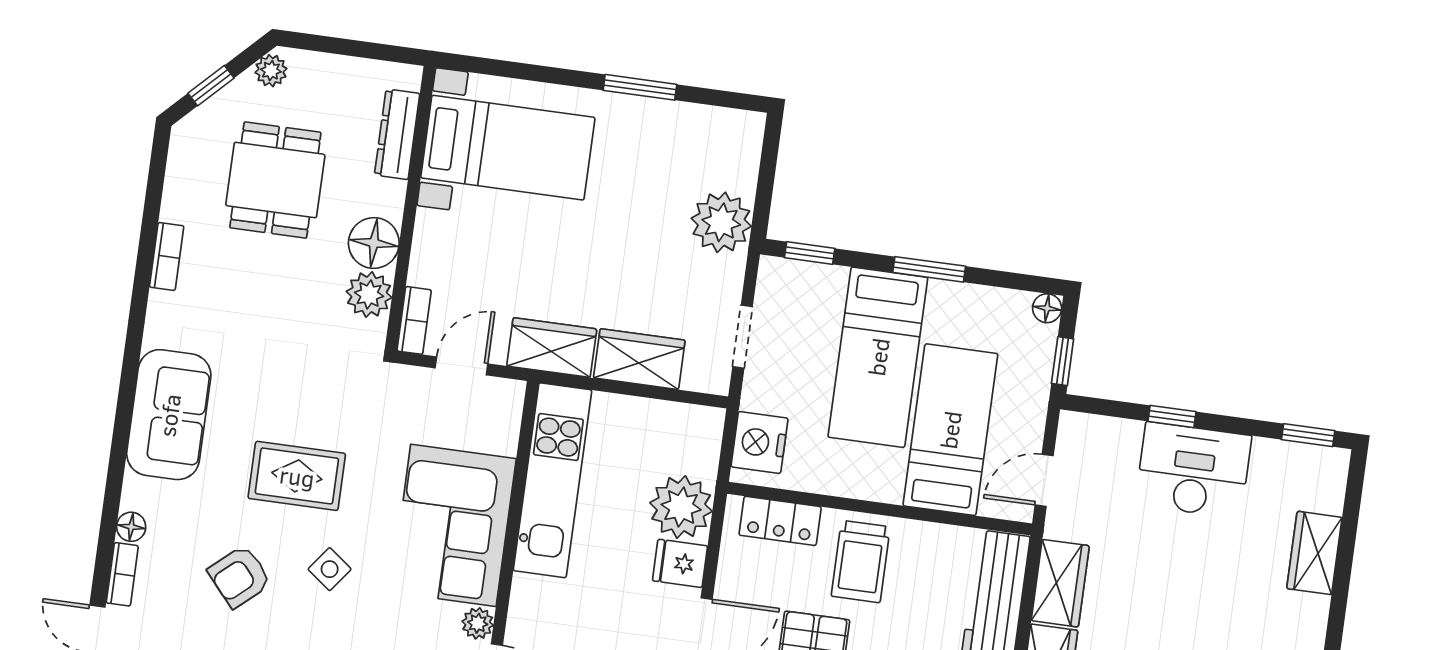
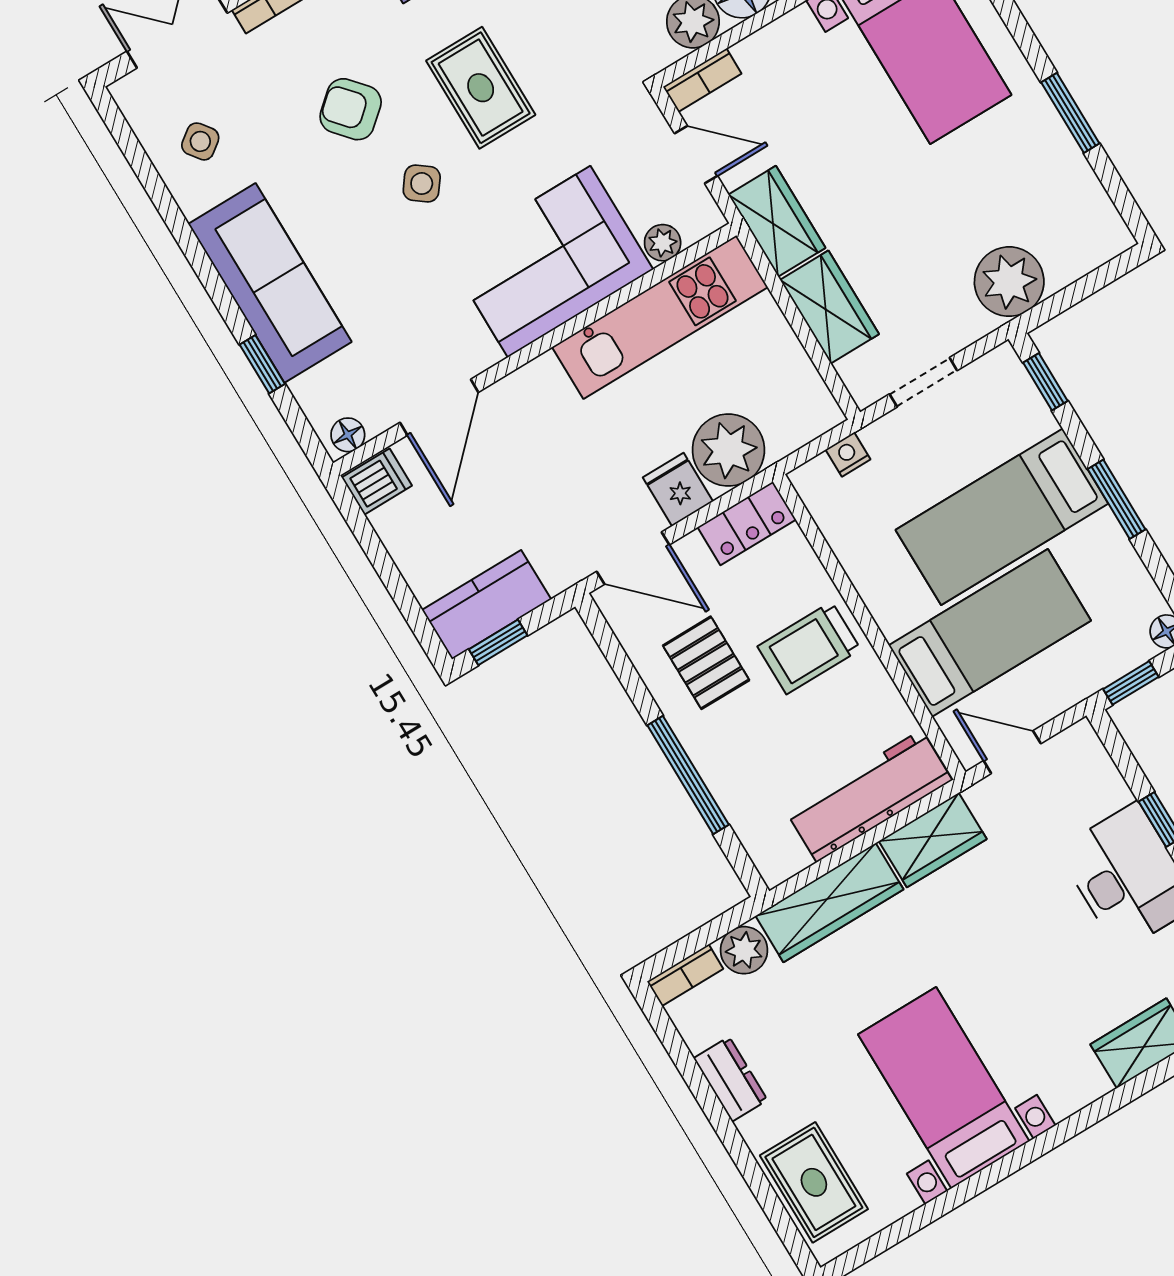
nightstand: (759, 442) -> (848, 455), width x0.53, depth x0.56
locker: (780, 521) -> (747, 523), moved, turned -90
plant: (478, 623) -> (663, 243), moved

